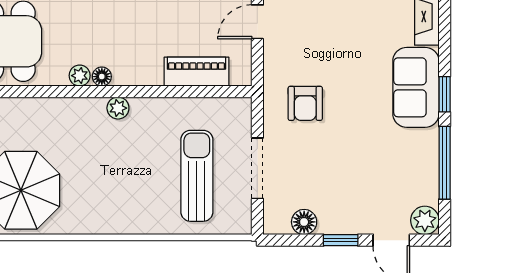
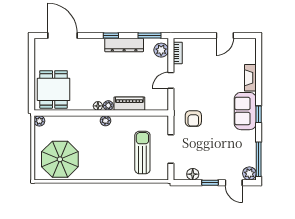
piano: (196, 72) -> (129, 104), moved
plant: (80, 76) -> (108, 105), moved
window: (445, 163) -> (259, 159), moved

